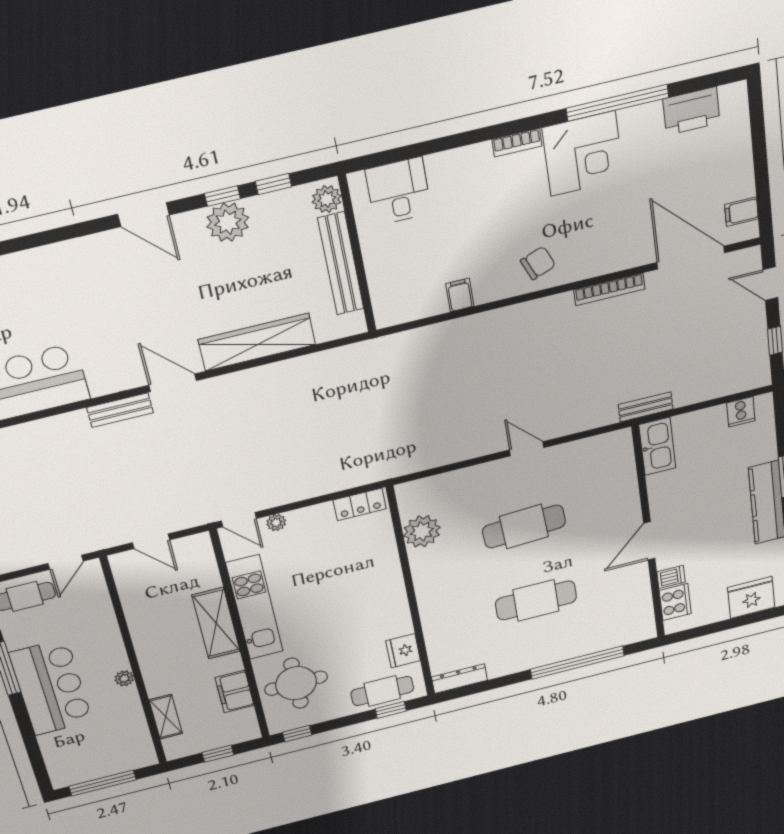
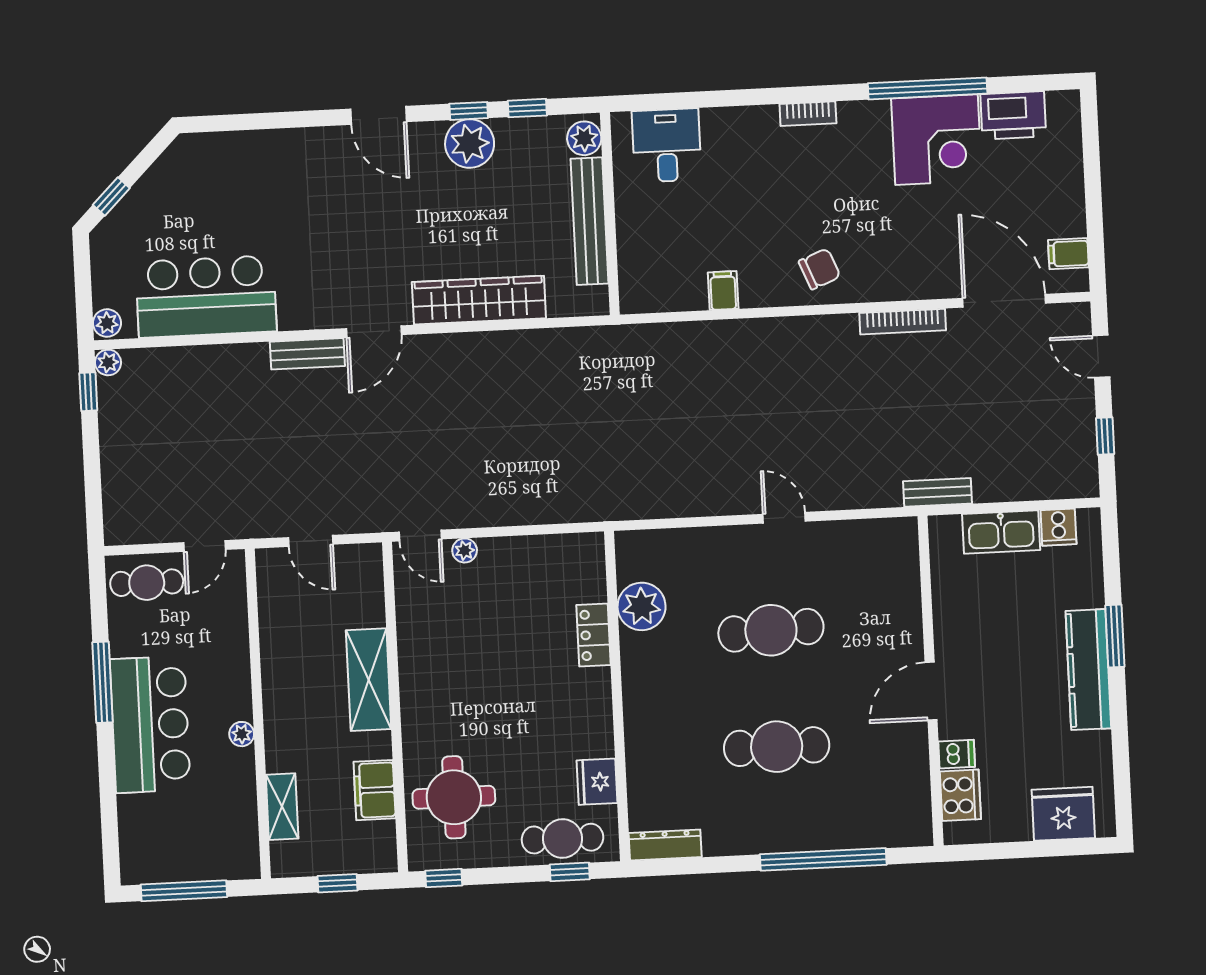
corner desk: (583, 154) -> (937, 140), moved
door: (173, 383) -> (374, 332), swing flipped
kitchen sink: (657, 446) -> (1001, 532), moved, turned 90
locker: (360, 504) -> (593, 635), moved, turned 90
kitchen unit: (255, 607) -> (419, 668), removed

